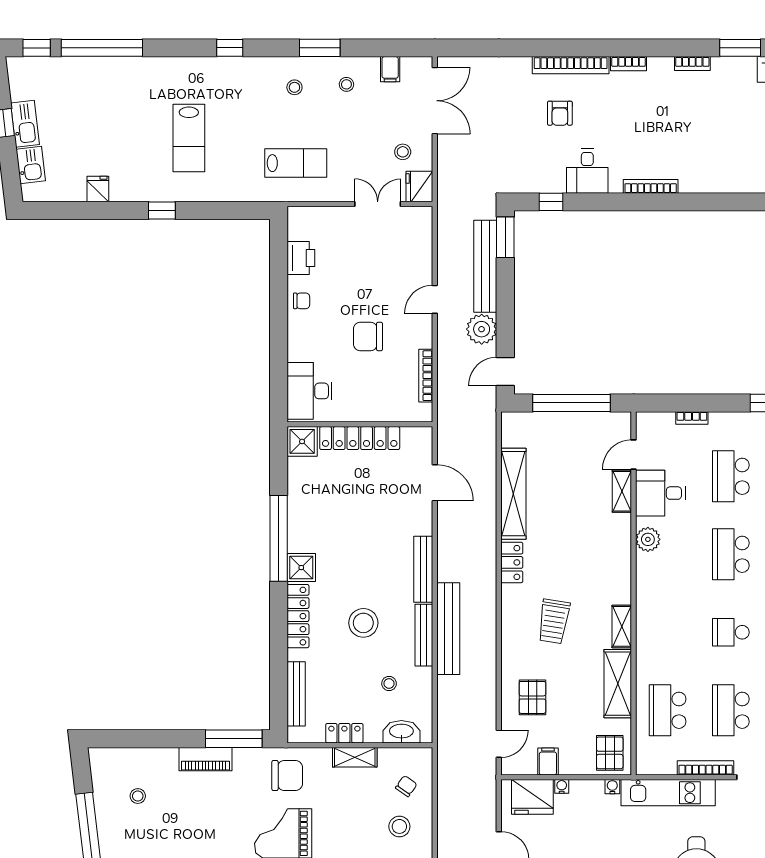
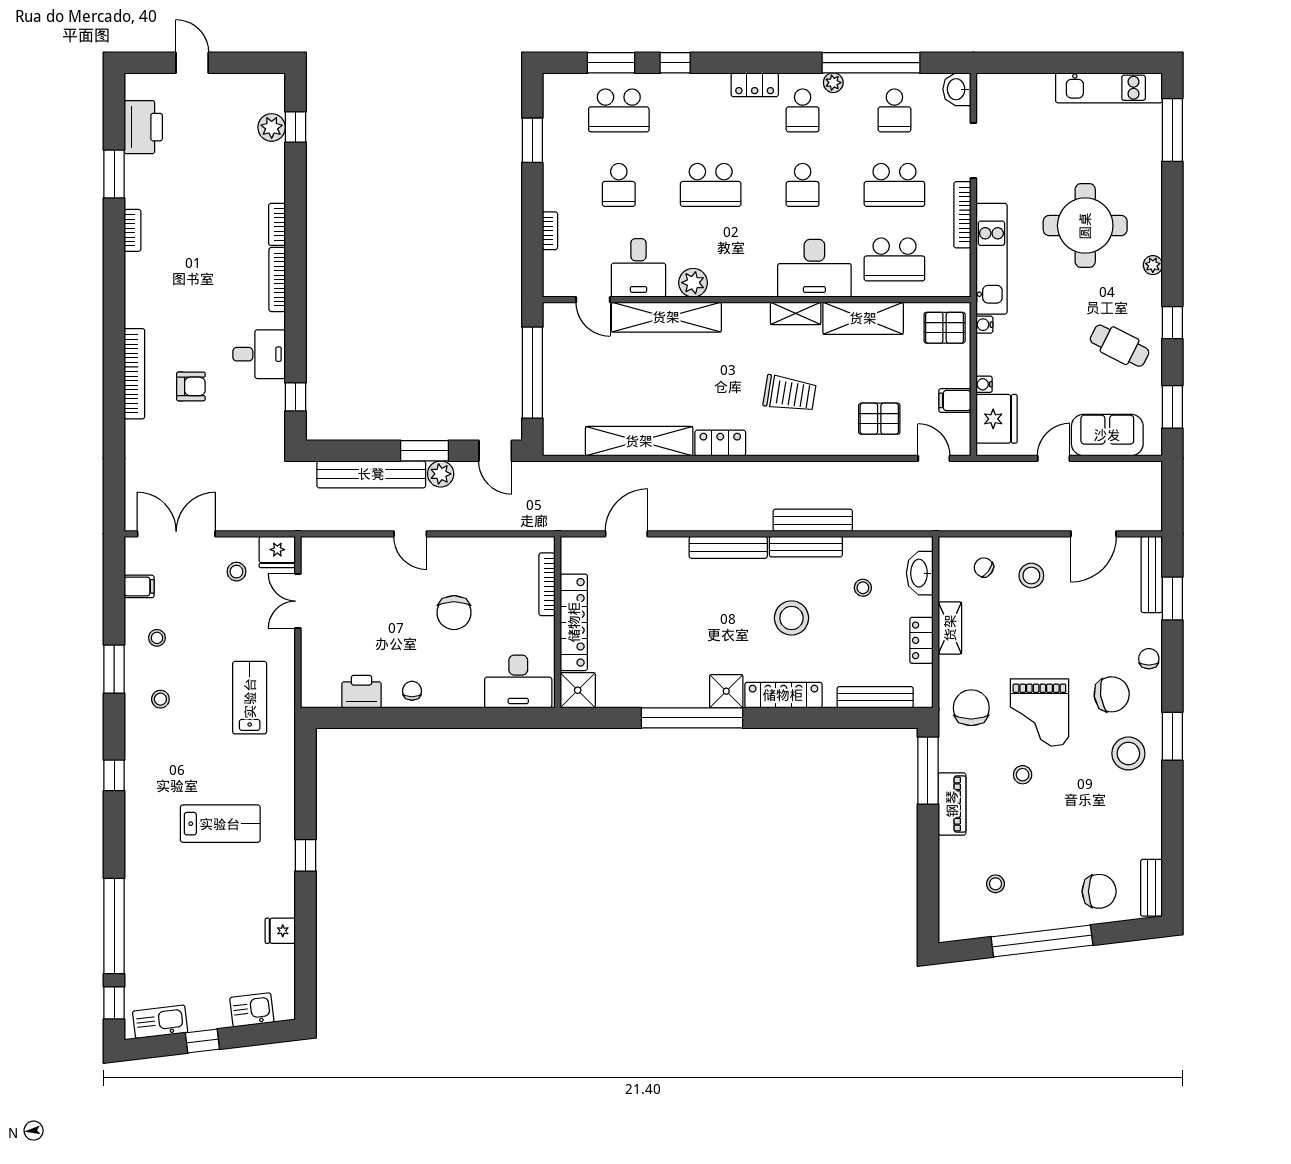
bookcase: (629, 64) -> (277, 224), moved, turned 180
kitchen sink: (25, 124) -> (160, 1022), moved
window: (505, 237) -> (424, 451), moved
plant: (482, 329) -> (441, 474), width x0.73, depth x0.73
bookcase: (426, 376) -> (547, 584), moved, turned 90
school desk: (731, 476) -> (619, 185), width x0.54
shelving: (622, 491) -> (666, 317), width x2.20, depth x1.33
bench: (448, 629) -> (813, 520), width x0.73, depth x0.82
desk: (660, 642) -> (814, 268), added
stool: (230, 819) -> (1023, 775), added

